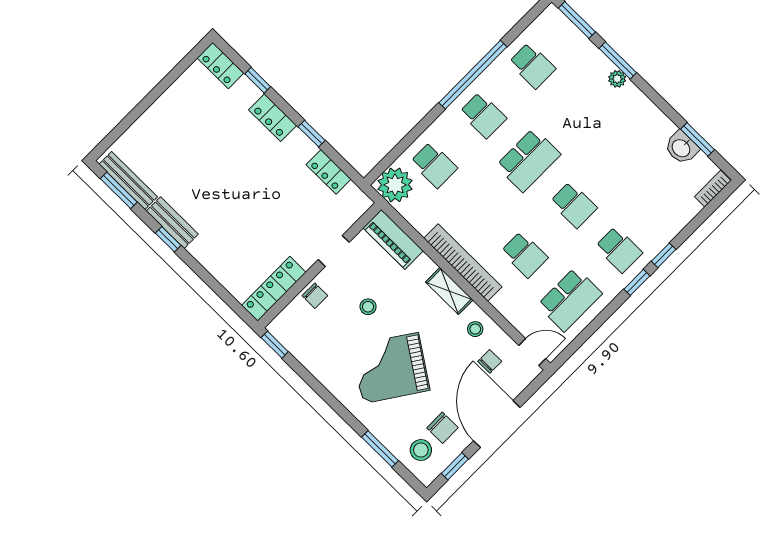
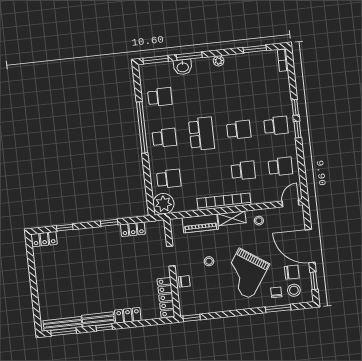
plant: (617, 79) -> (219, 61), moved
locker: (273, 118) -> (128, 315), moved, turned 180
washbasin: (682, 148) -> (183, 67), moved
piano: (393, 239) -> (200, 223), moved
school desk: (570, 299) -> (280, 167), width x0.54
chair: (490, 361) -> (276, 292), moved

